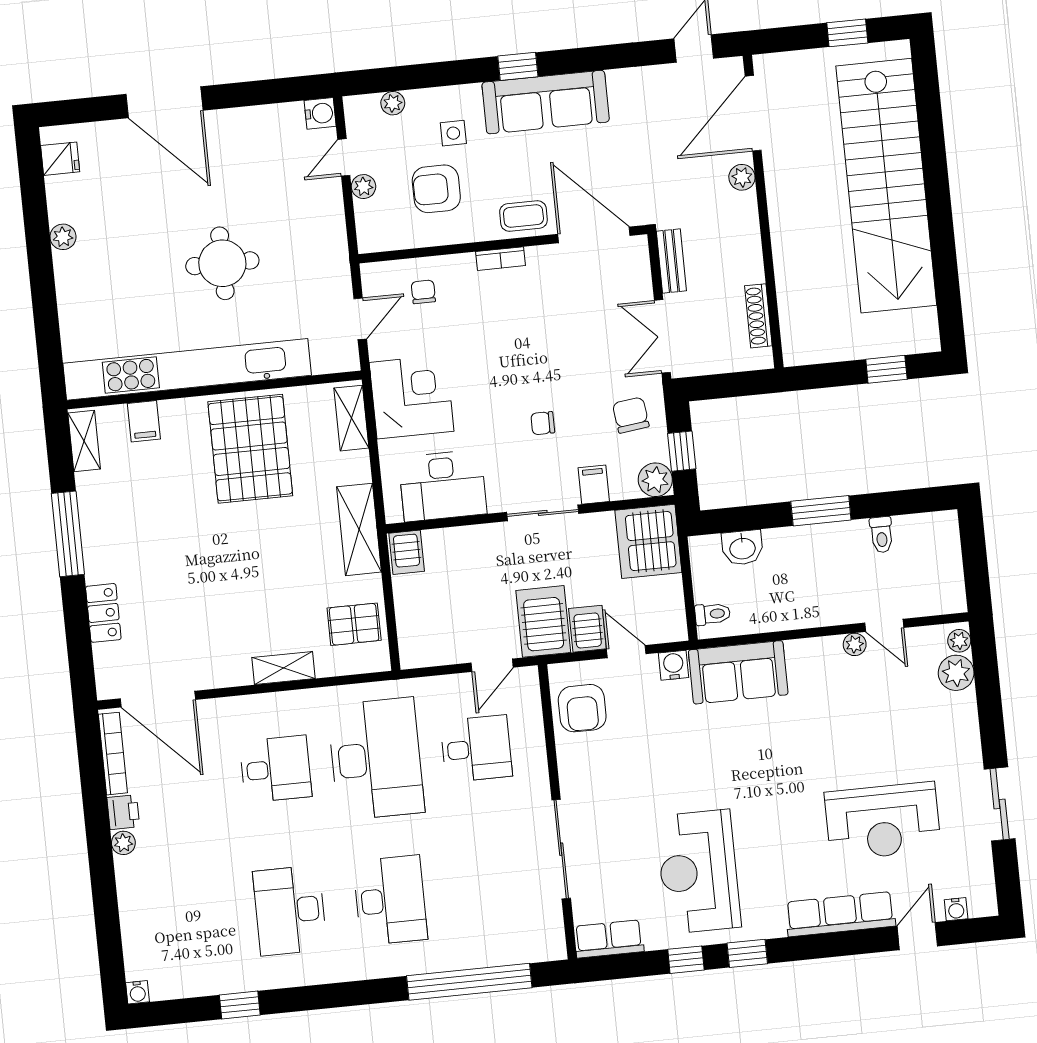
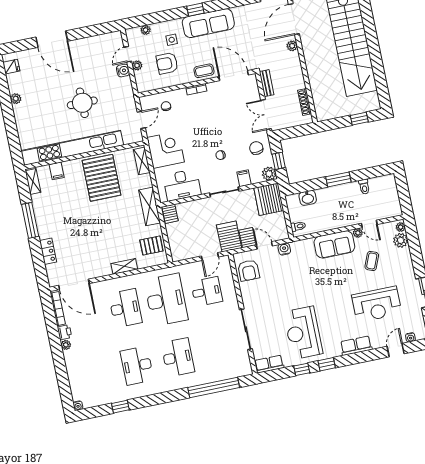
water cooler: (320, 113) -> (123, 71), moved
sofa: (738, 672) -> (334, 244), moved
coffee table: (881, 715) -> (372, 261), added
desk: (276, 769) -> (125, 308), width x1.37
row of seats: (840, 914) -> (356, 346), width x0.68

